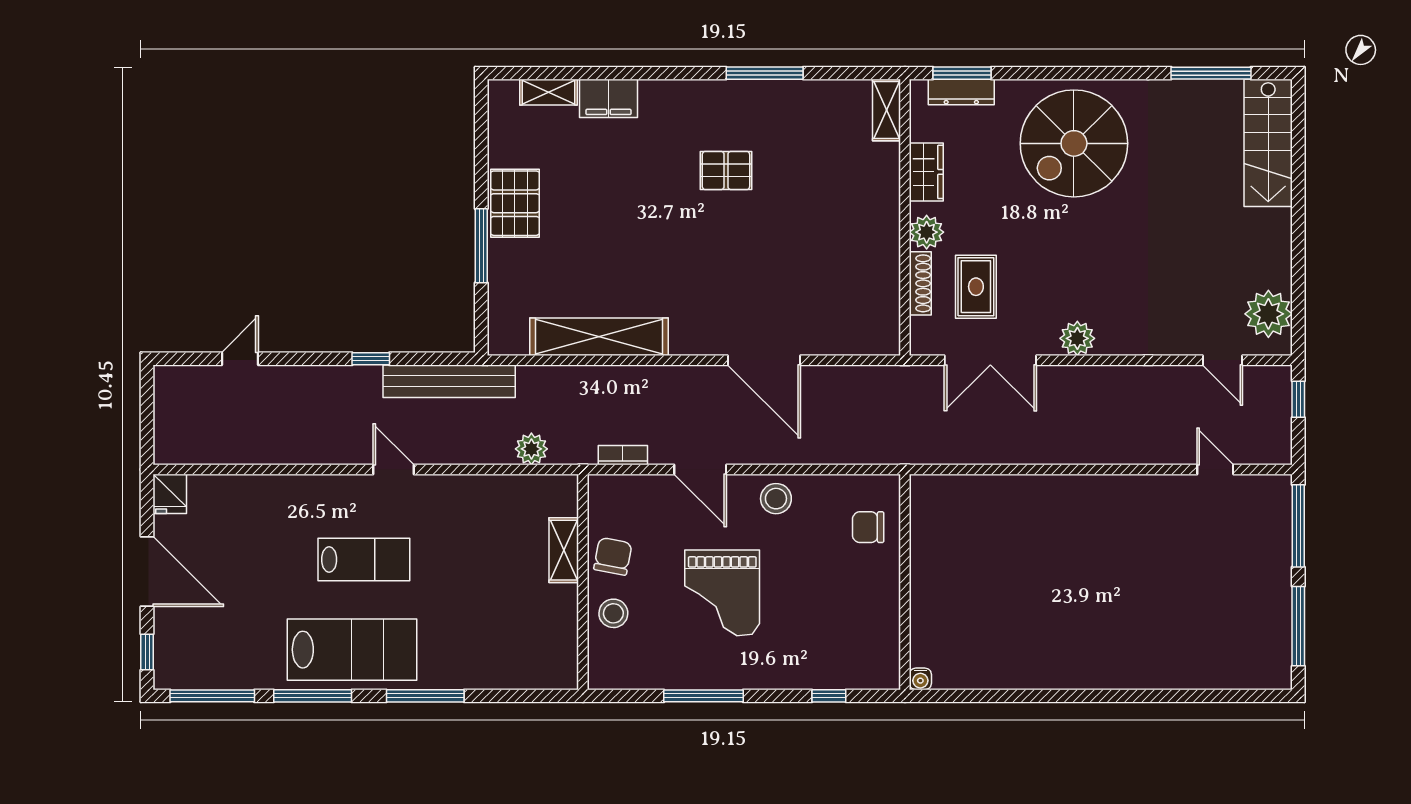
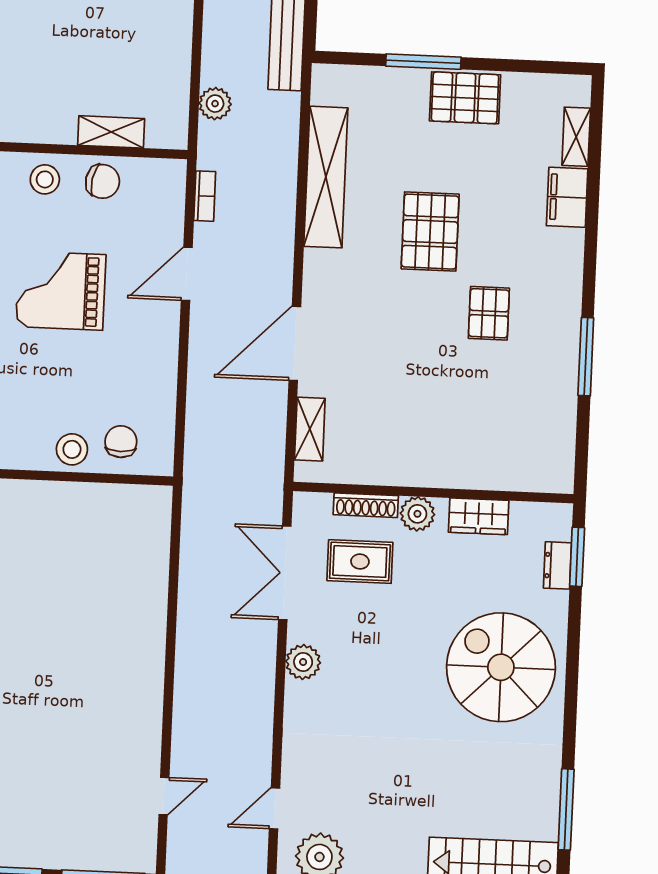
dresser: (961, 92) -> (557, 565), width x0.70
shelving: (886, 110) -> (310, 429), moved, turned 90
pallet: (648, 232) -> (430, 232), added
stool: (776, 499) -> (72, 449), moved

